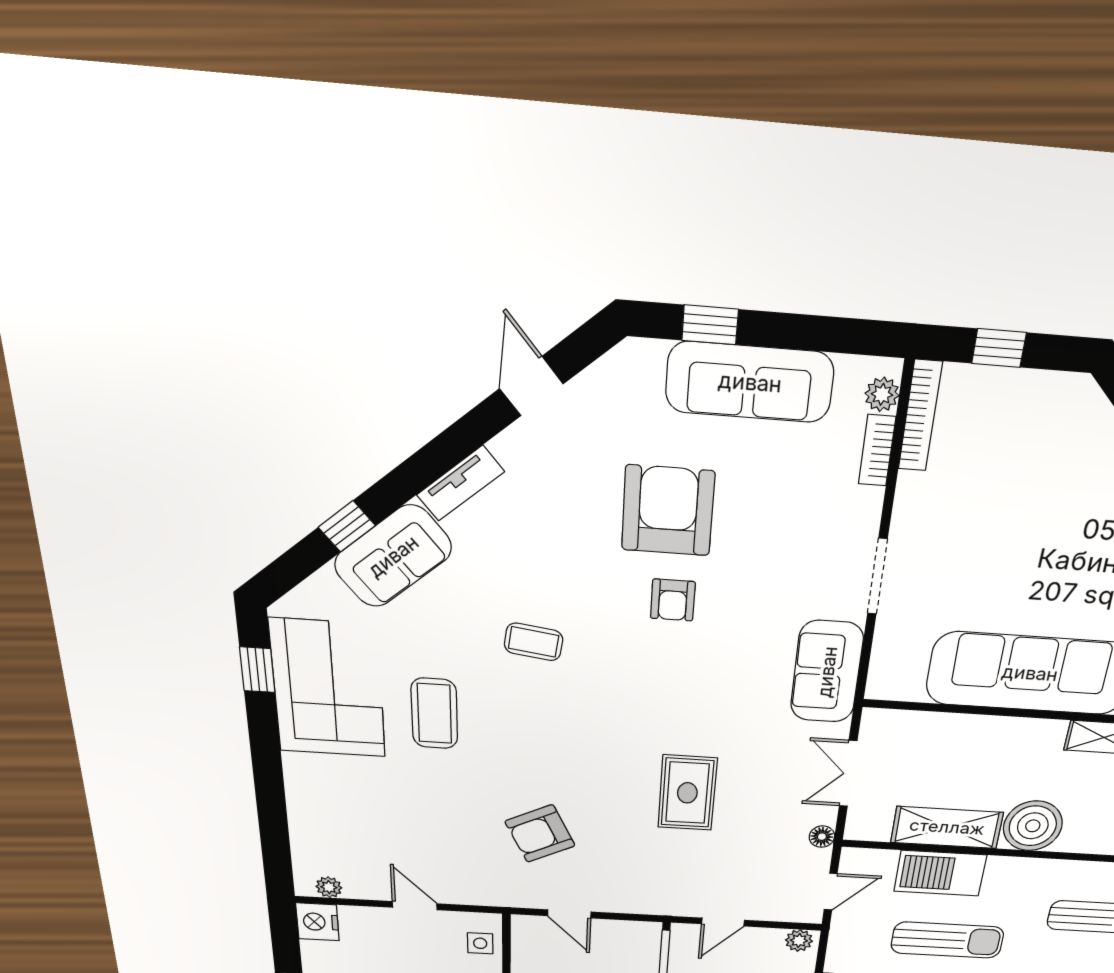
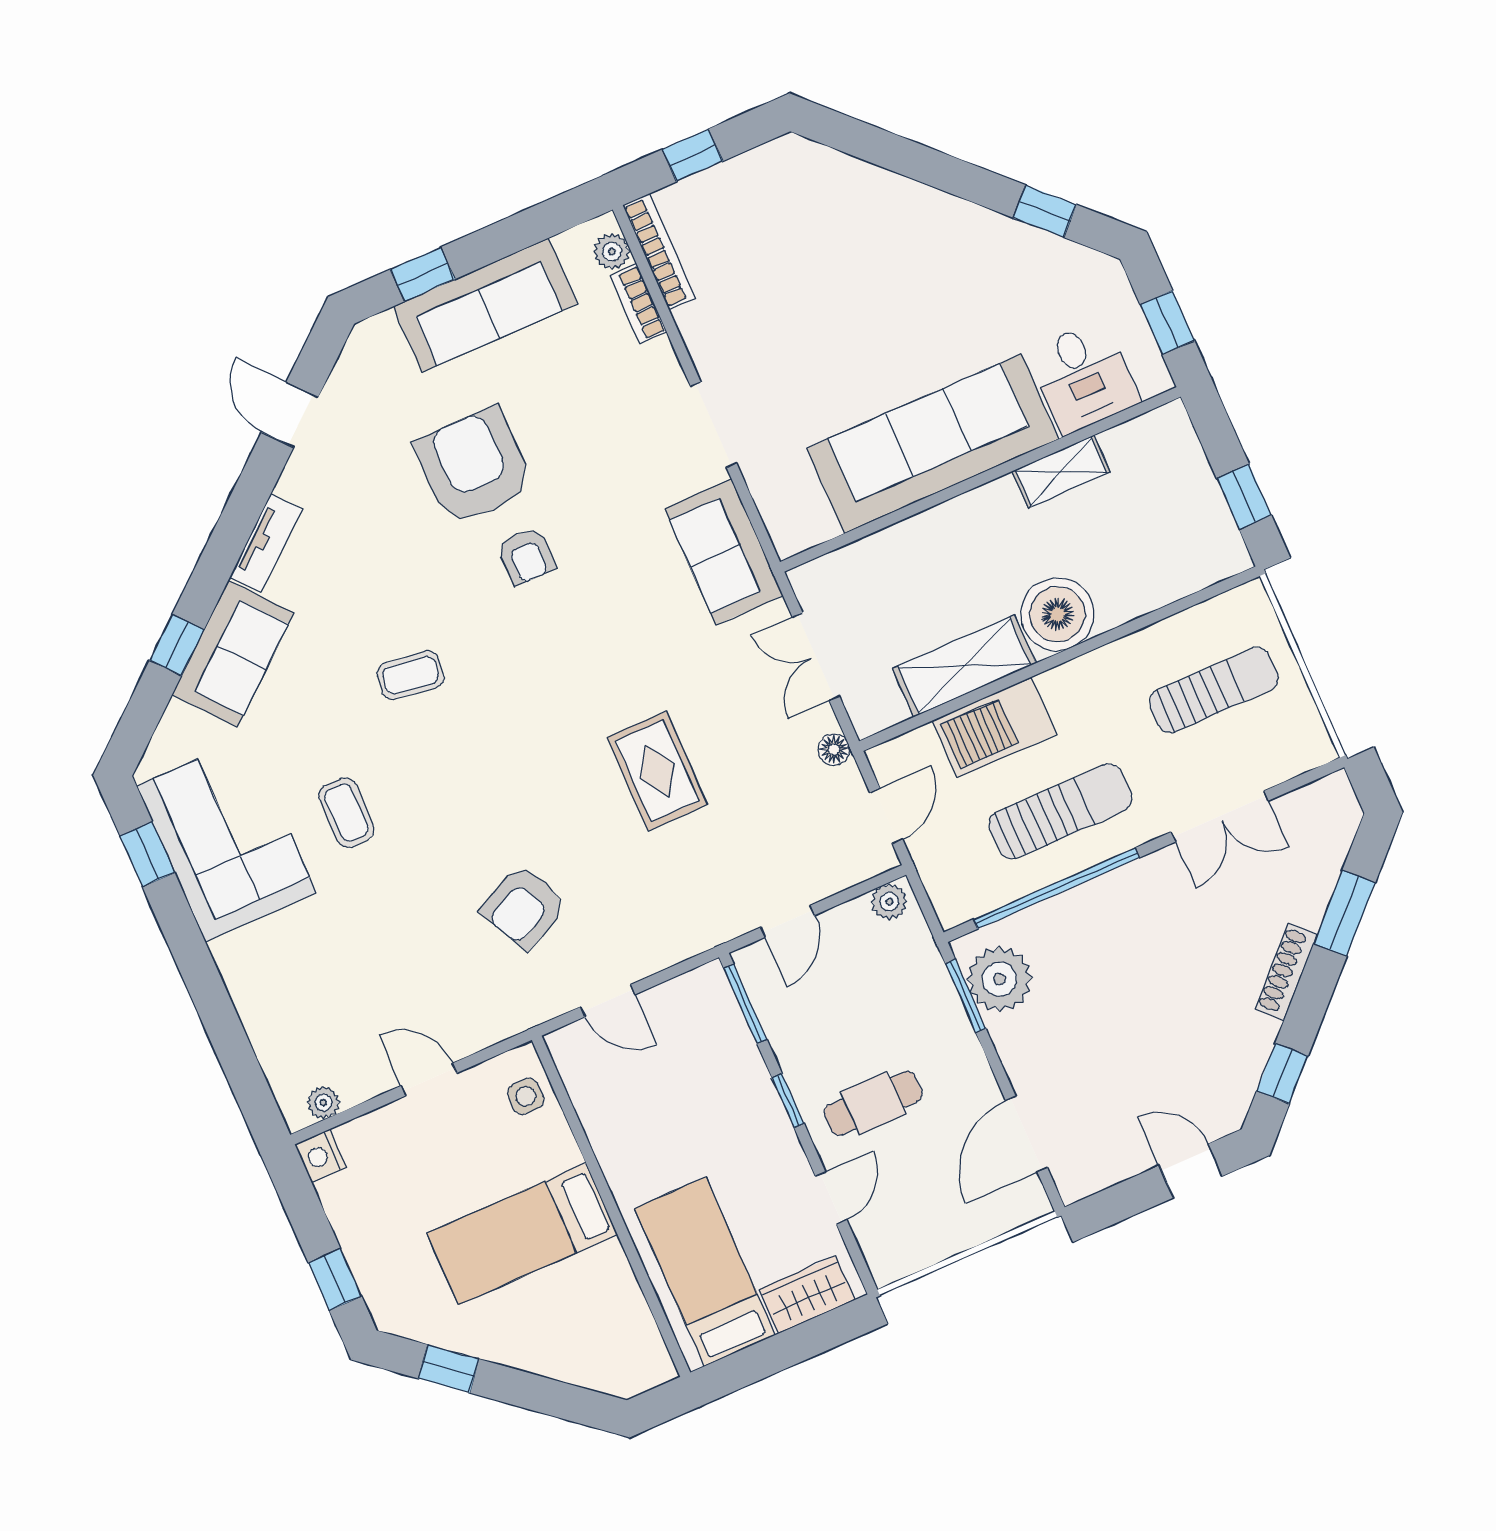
coffee table: (434, 713) -> (346, 813), width x0.73, depth x0.77
nightstand: (318, 922) -> (320, 1156), width x0.74, depth x0.75

